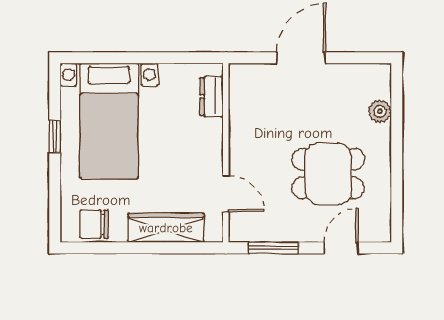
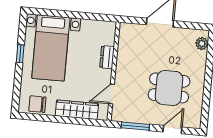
dresser: (212, 97) -> (107, 57), moved
plant: (380, 111) -> (202, 44), moved
door: (226, 194) -> (112, 94), swing flipped

